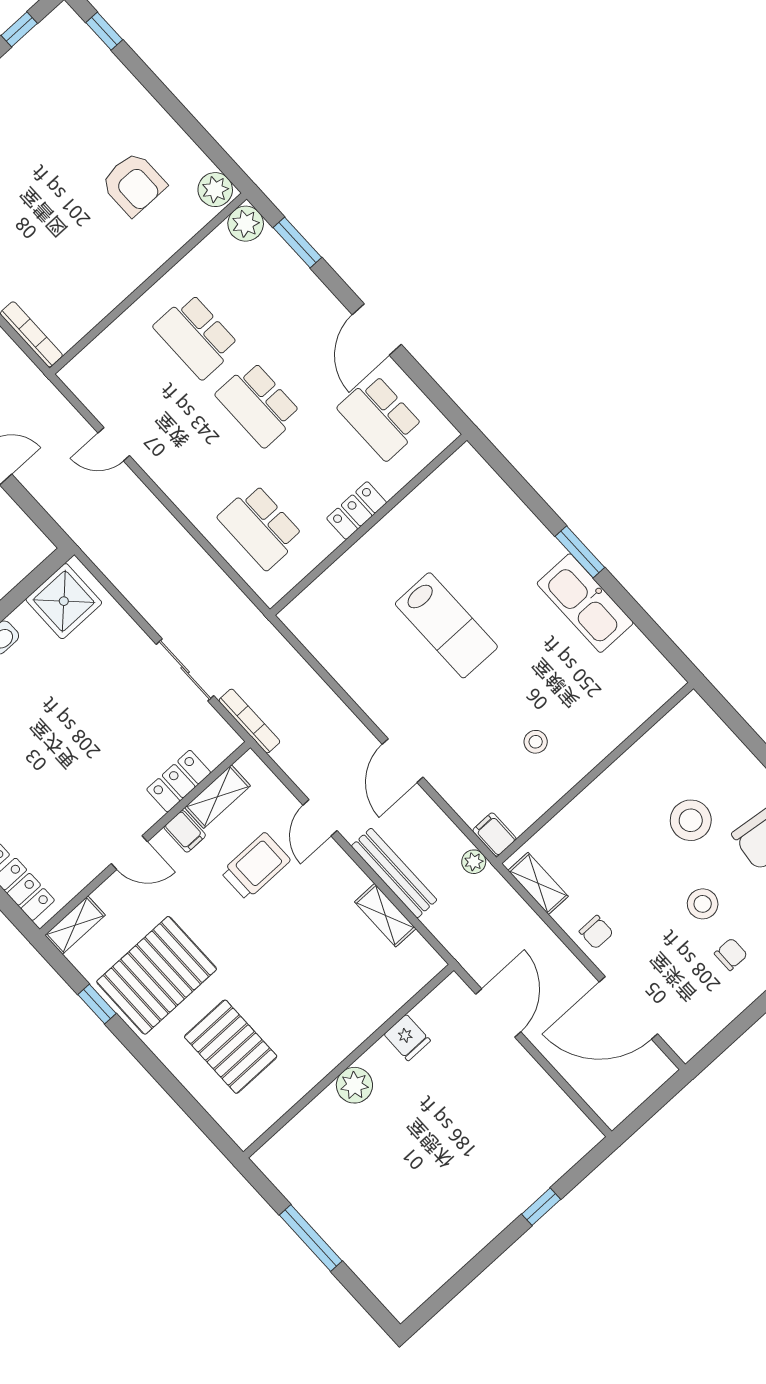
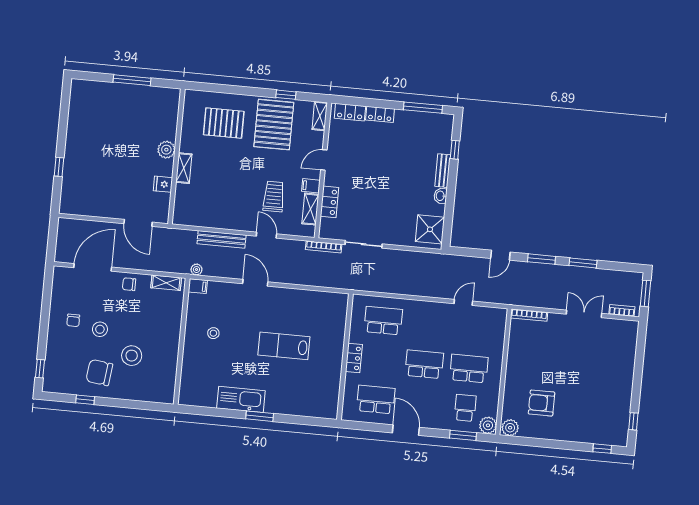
school desk: (256, 281) -> (465, 408), added
trolley: (256, 866) -> (274, 196), turned 180
shelving: (385, 915) -> (184, 168), moved, turned 90

